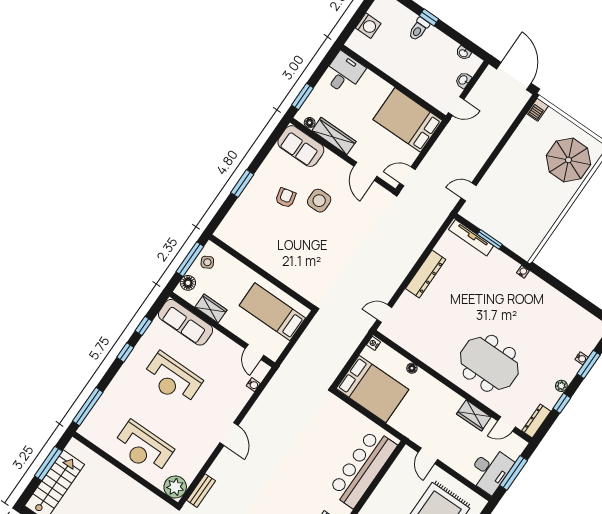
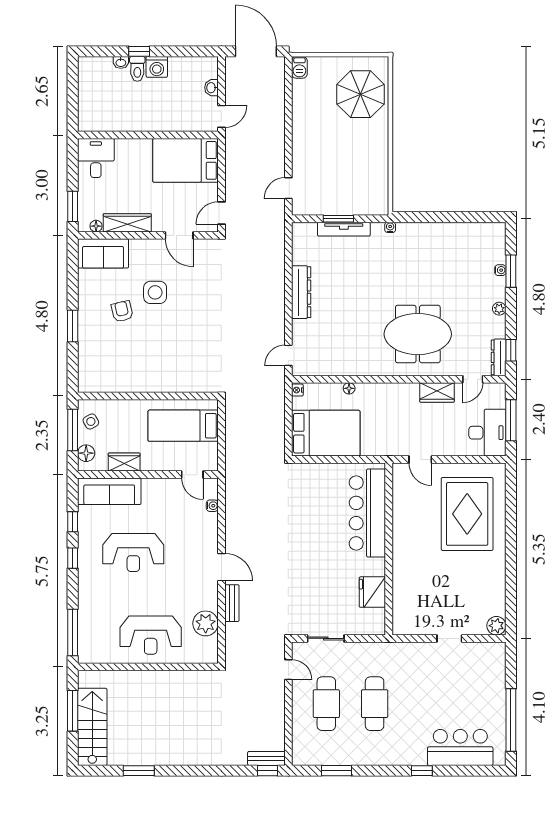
washing machine: (368, 26) -> (157, 67), moved, turned 90
washbasin: (463, 53) -> (121, 62), moved
tv unit: (471, 238) -> (344, 229), moved
window: (562, 403) -> (511, 350), moved
plant: (175, 487) -> (206, 623), moved
bench: (201, 491) -> (232, 603), moved

